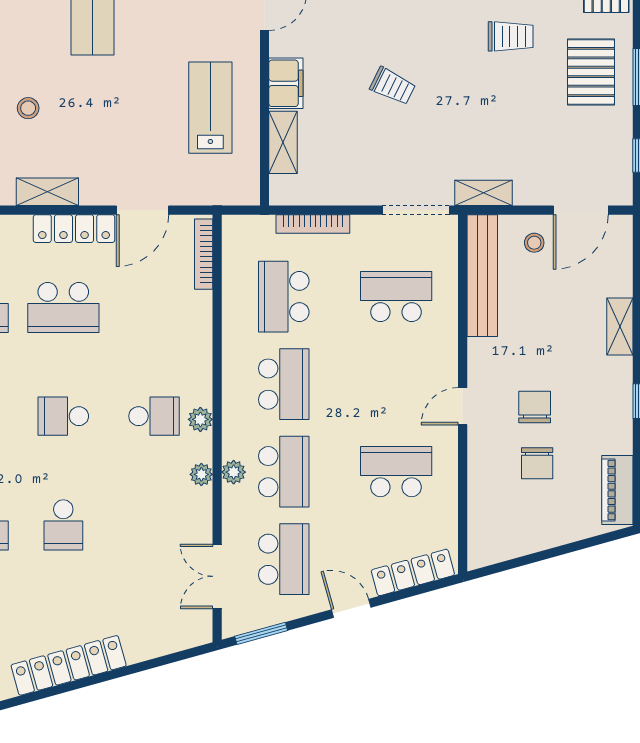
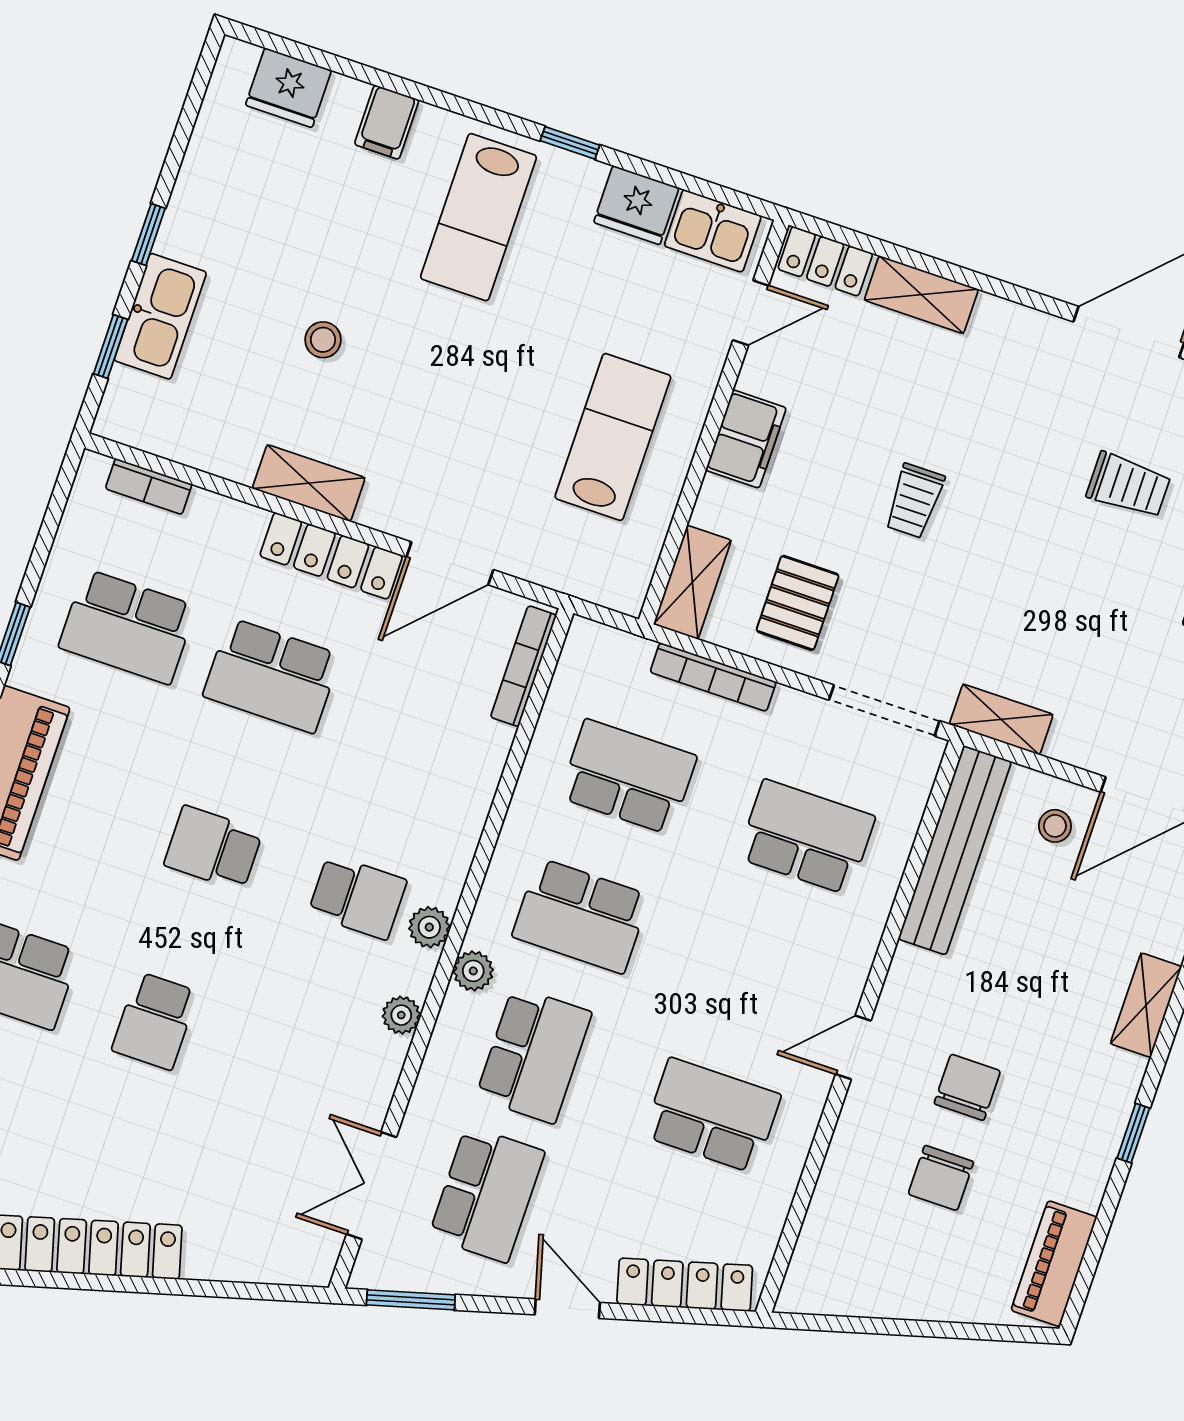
trolley: (393, 86) -> (914, 501), turned 64
shelving: (283, 142) -> (692, 582), moved
pallet: (346, 166) -> (798, 603), added
school desk: (284, 297) -> (628, 777), turned 90
school desk: (284, 384) -> (581, 916), turned 90
plant: (234, 472) -> (473, 971), moved

